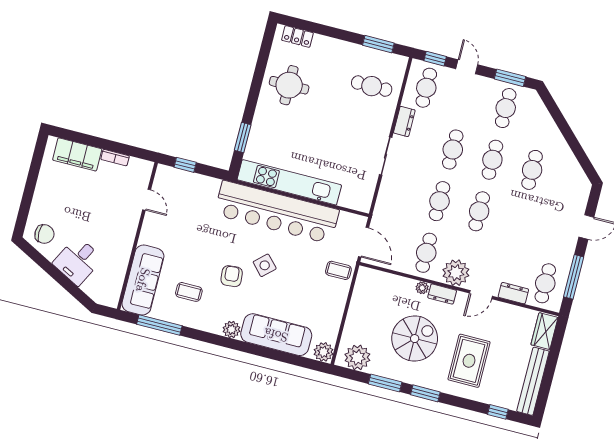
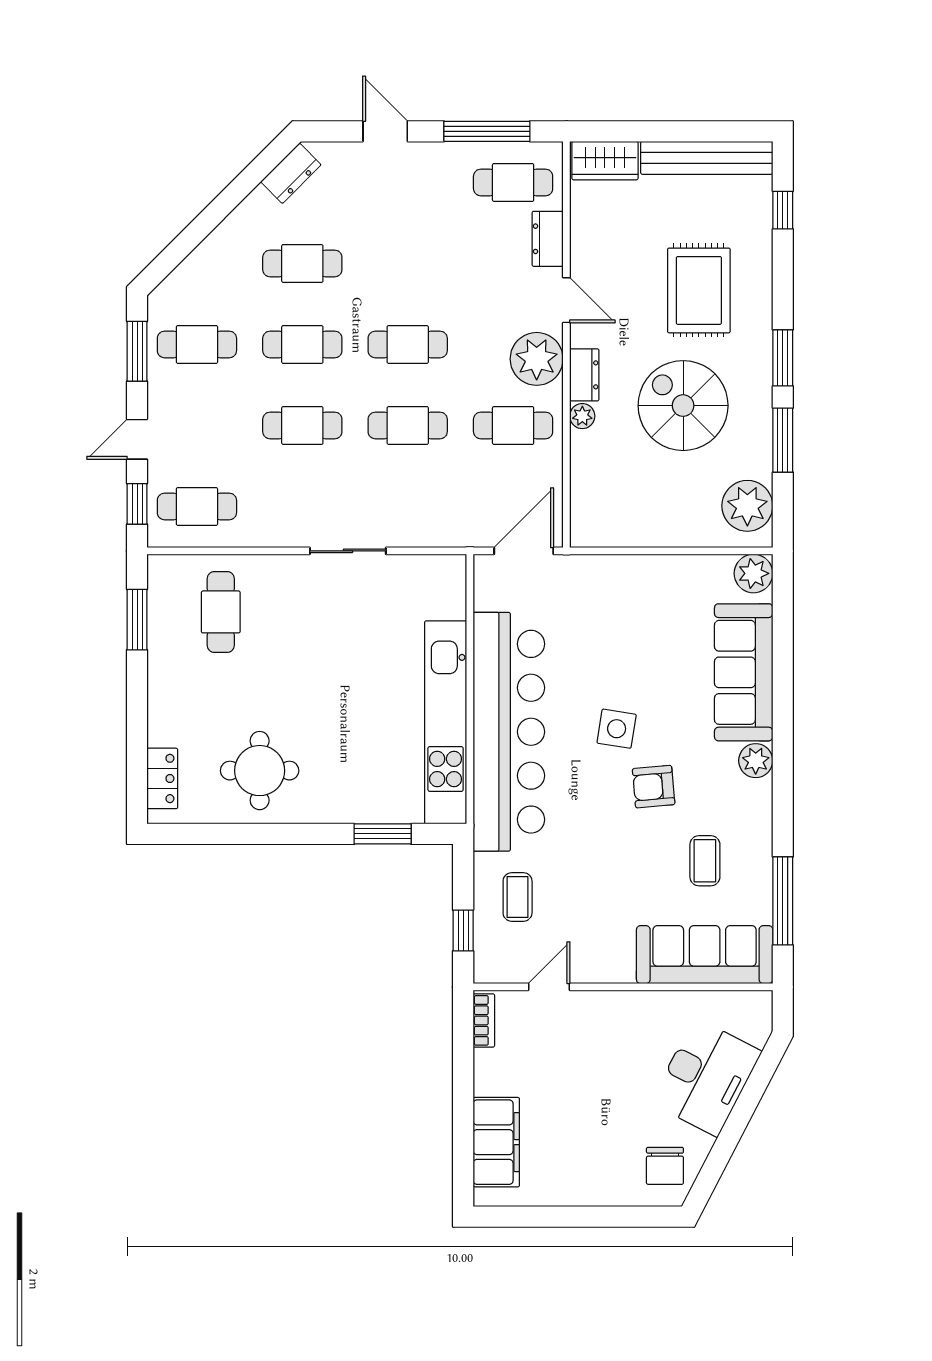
dresser: (404, 121) -> (291, 173), moved, turned 135
bookcase: (115, 158) -> (484, 1020), moved
chair: (44, 234) -> (665, 1166), turned 180
desk: (78, 261) -> (706, 1077), width x1.37
side table: (265, 265) -> (617, 729), turned -38
coffee table: (338, 270) -> (518, 897), moved
rug: (469, 361) -> (699, 290), turned 90

